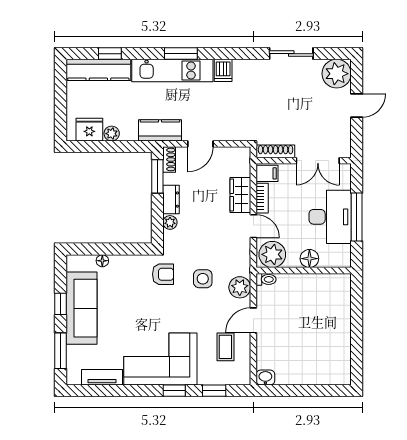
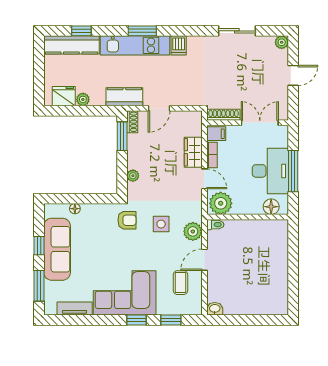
plant: (337, 74) -> (282, 42), width x0.53, depth x0.53
double door: (318, 161) -> (260, 123), swing flipped
dresser: (171, 200) -> (134, 156), removed
floor lamp: (309, 259) -> (271, 207), moved

